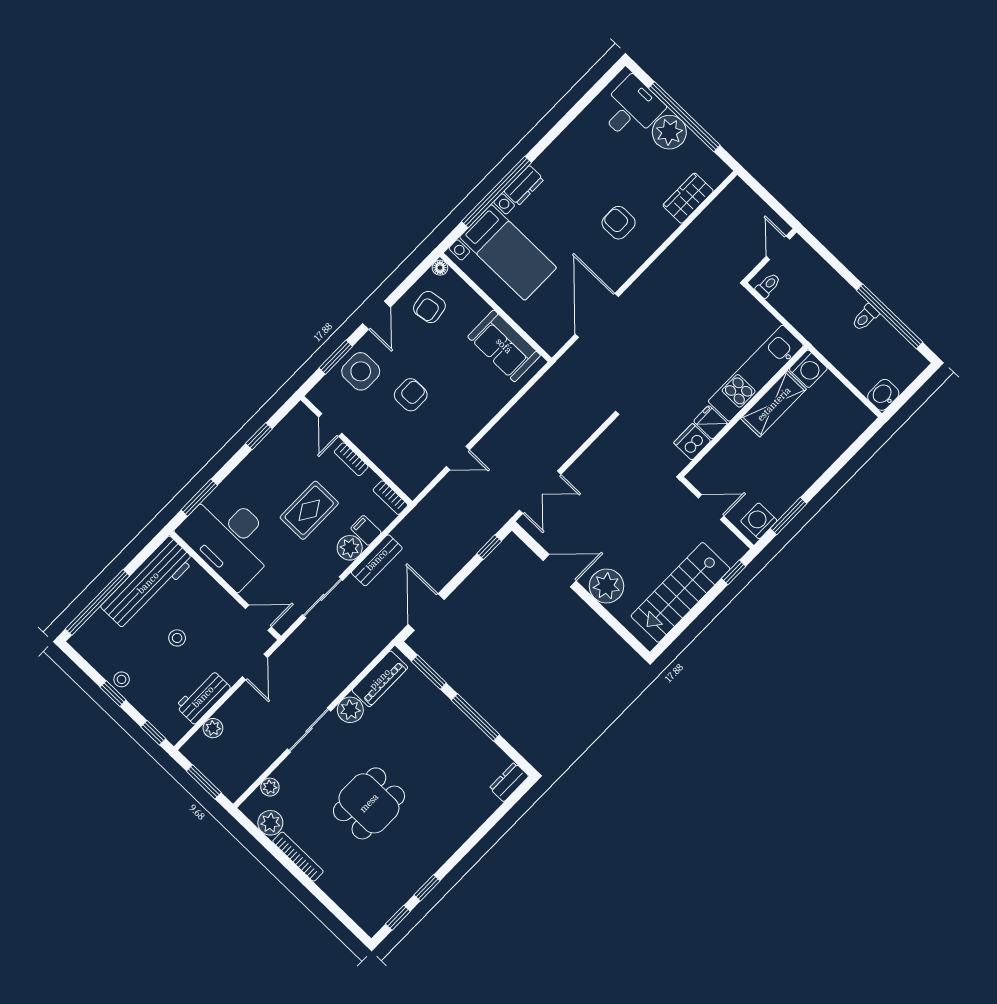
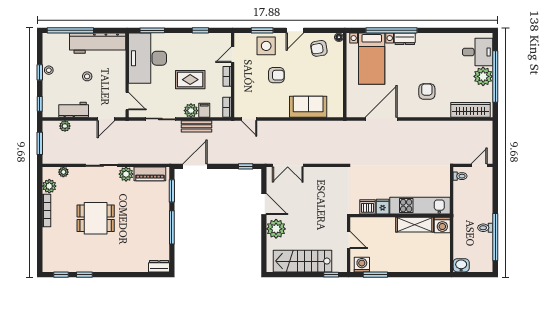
wardrobe: (688, 198) -> (470, 110), width x1.50
sofa: (504, 346) -> (308, 107), moved, turned 90
door: (458, 458) -> (249, 119), moved

